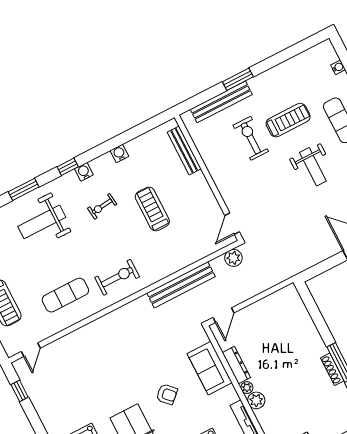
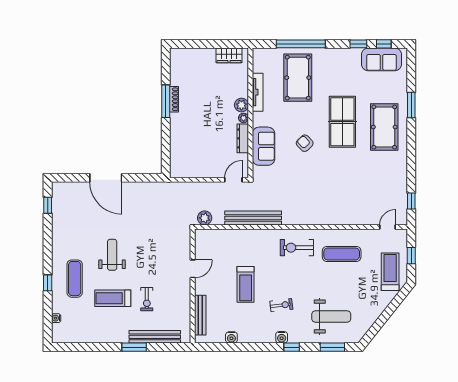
exercise bike: (251, 138) -> (147, 299), width x0.73, depth x0.72
water cooler: (119, 153) -> (231, 337), moved
door: (232, 224) -> (193, 269), moved

